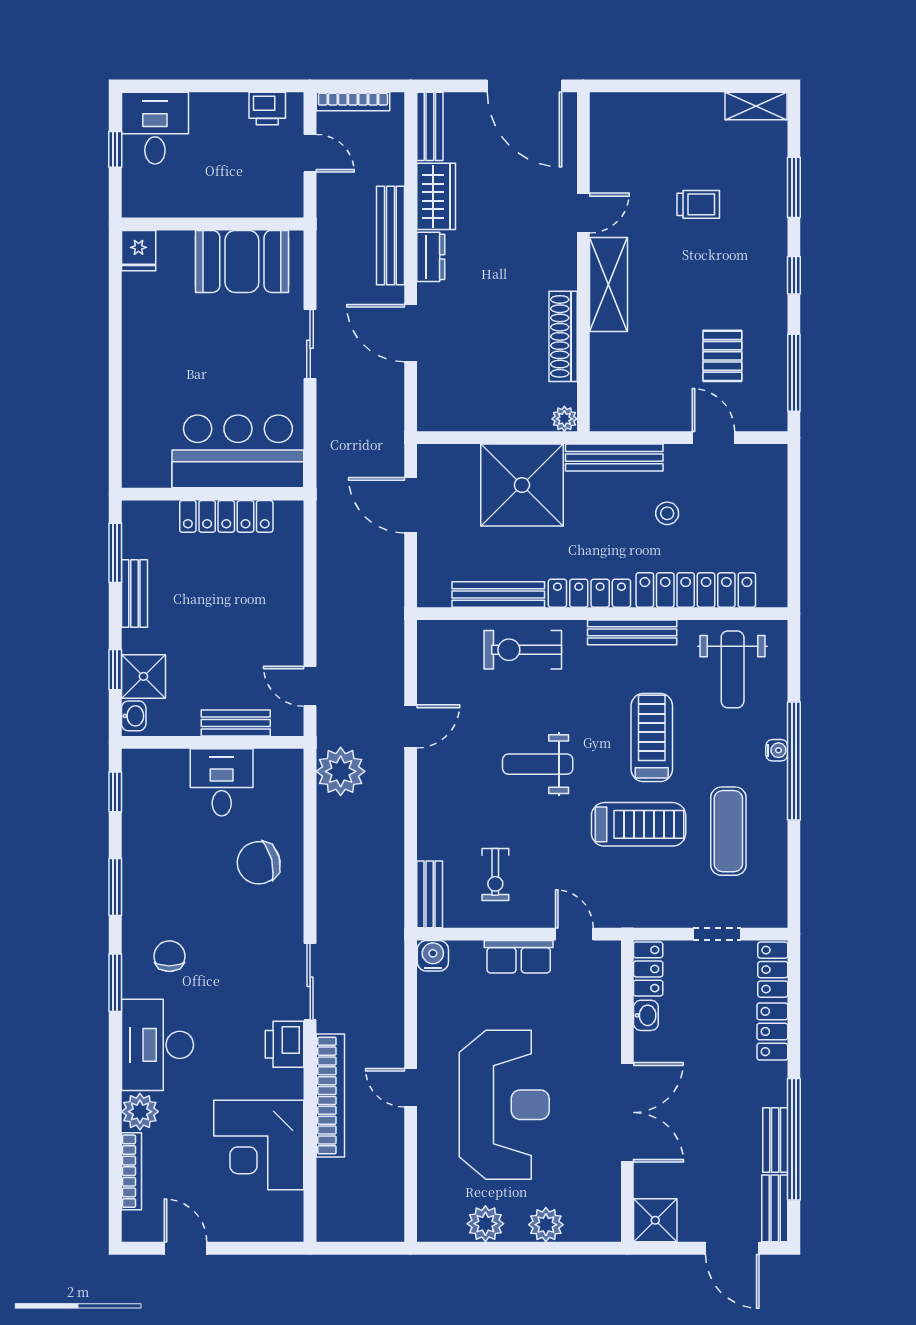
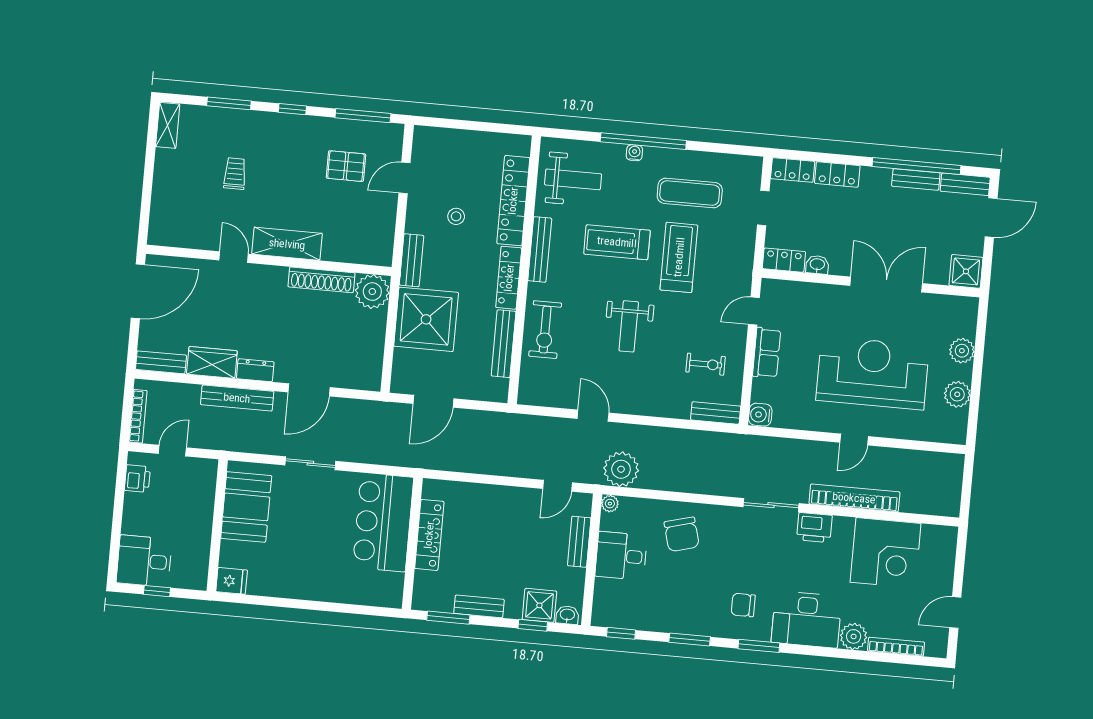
plant: (564, 419) -> (372, 292), width x1.87, depth x1.87
bench: (614, 458) -> (411, 260), width x0.73
plant: (292, 760) -> (610, 504), added

